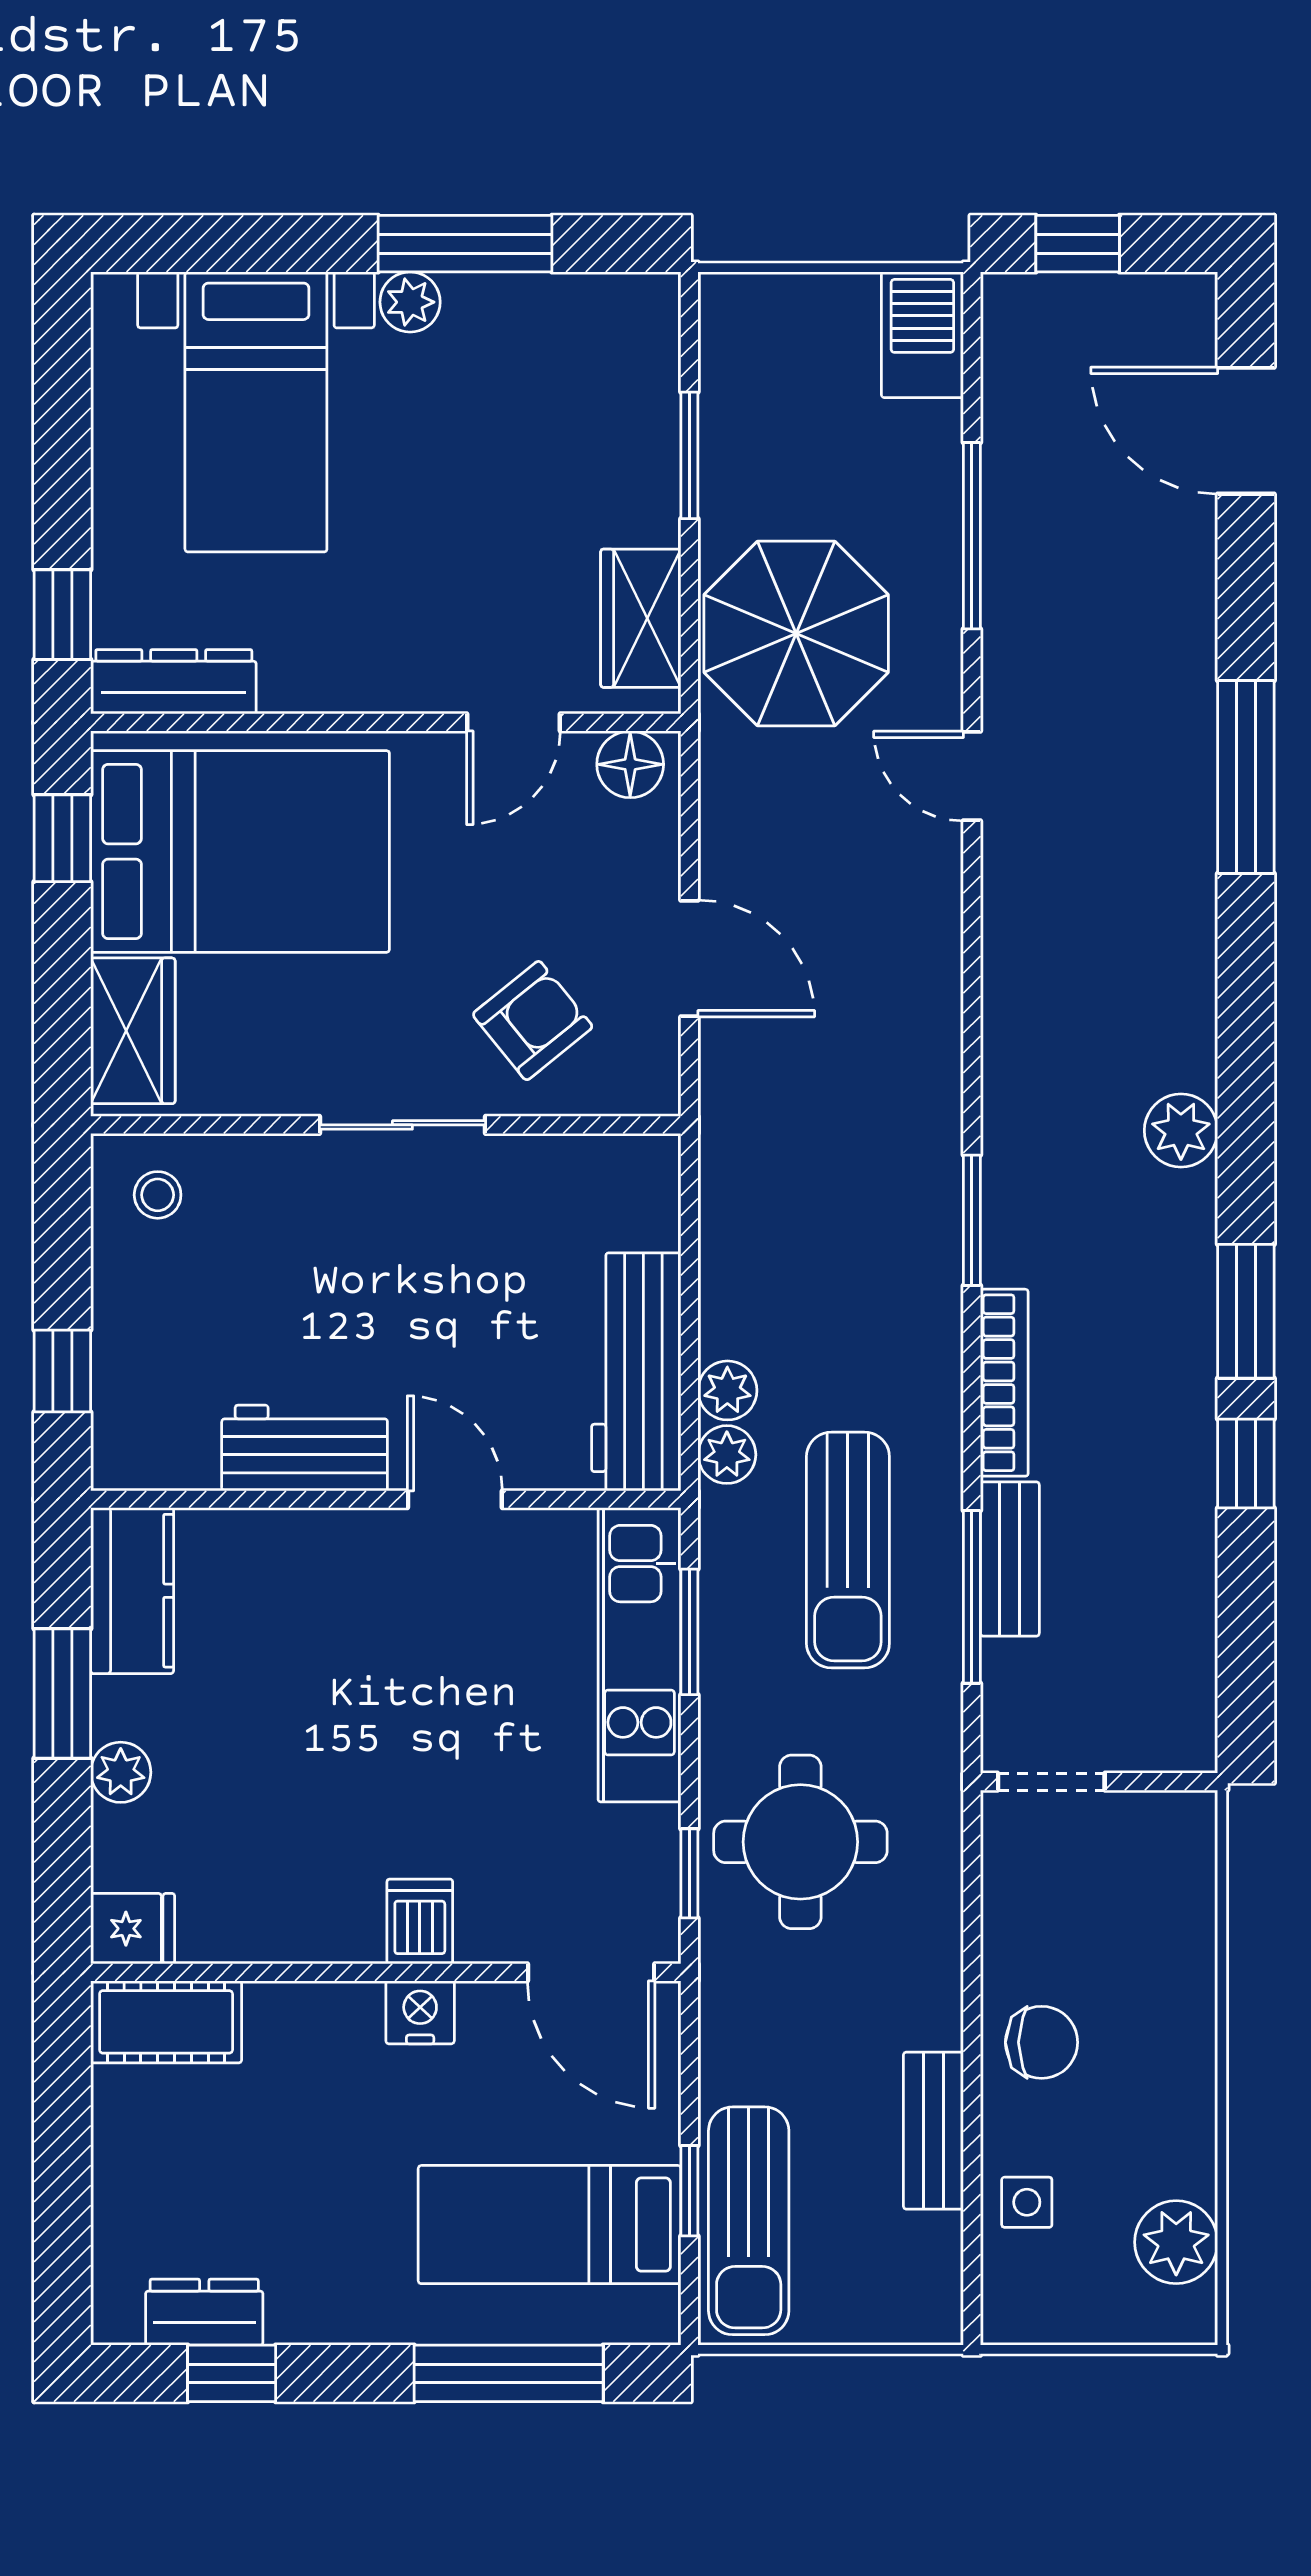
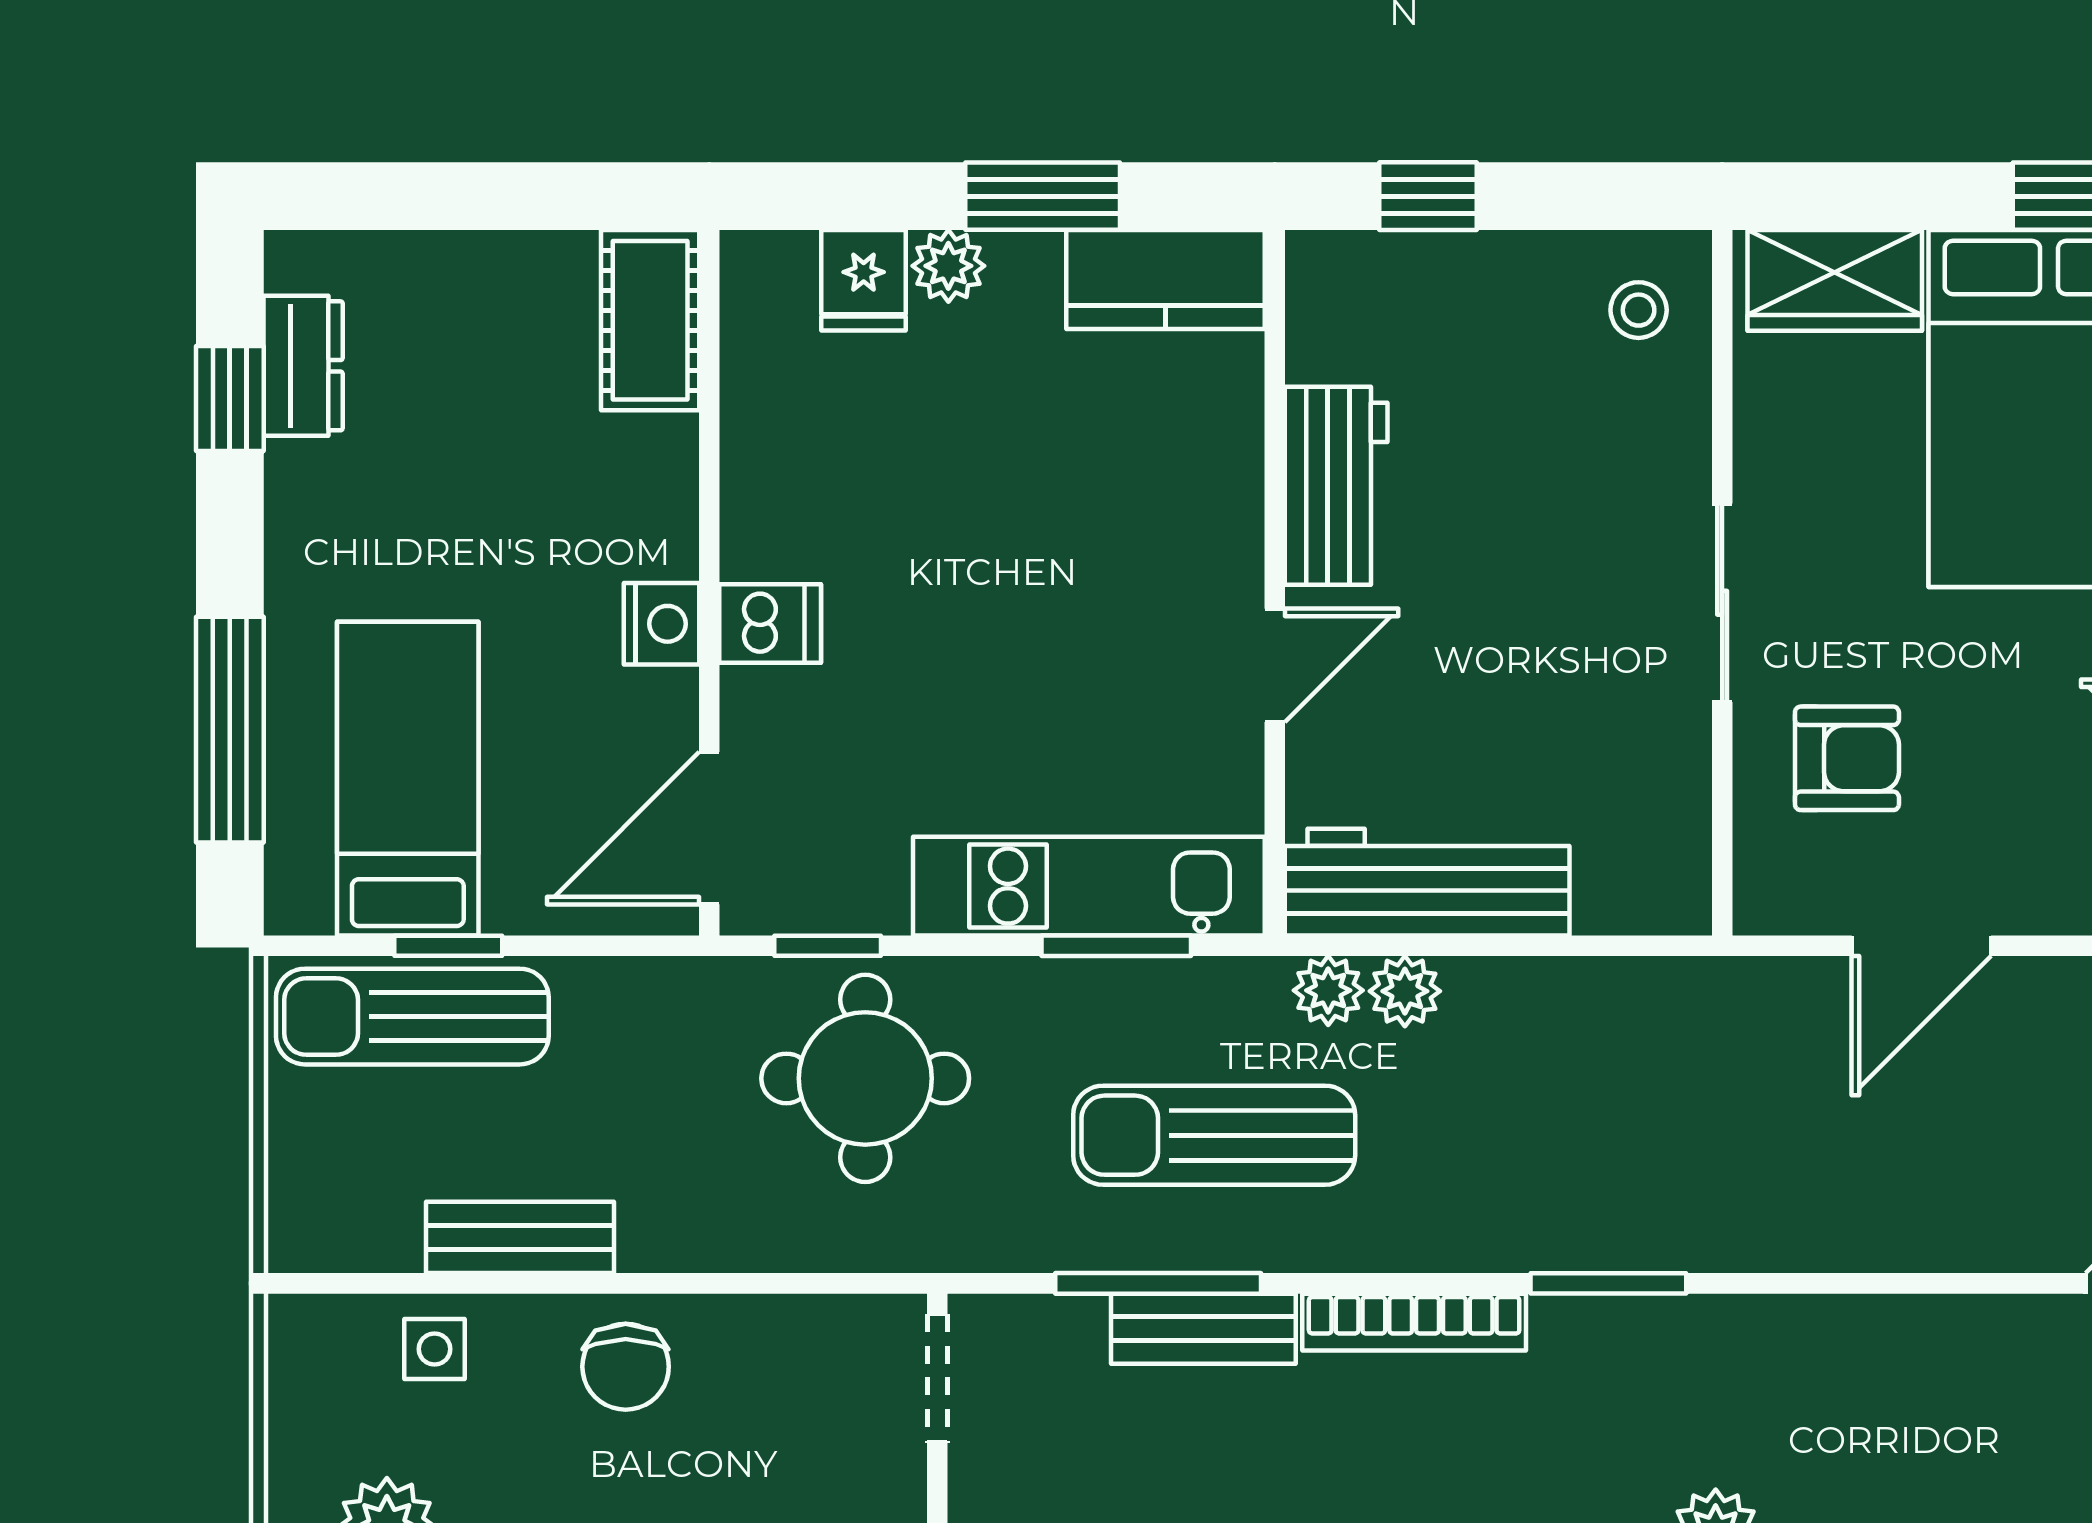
armchair: (533, 1021) -> (1847, 758), turned -51
fridge: (133, 1929) -> (864, 280), moved

